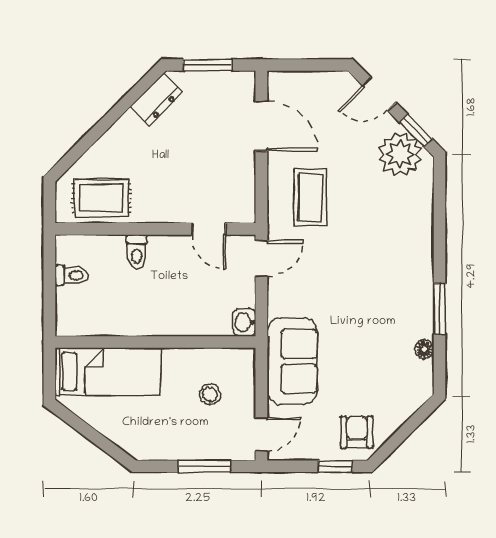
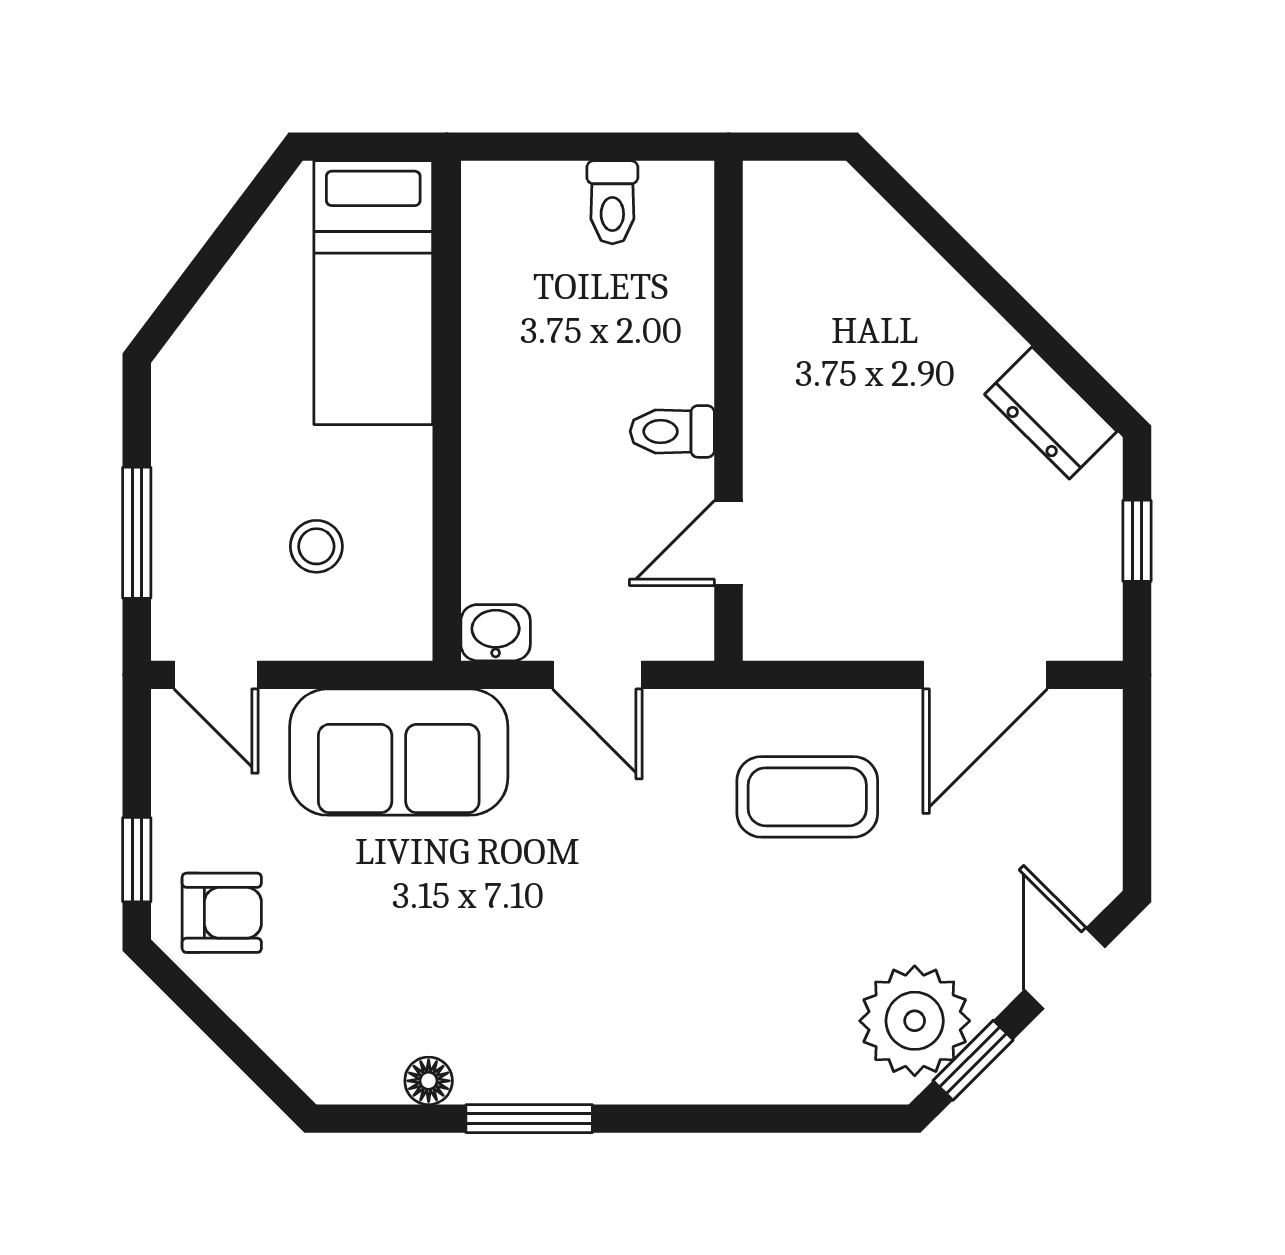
window: (208, 65) -> (1137, 541), width x0.67
rug: (101, 198) -> (805, 276), removed
toilet: (137, 251) -> (672, 431), moved
door: (261, 259) -> (597, 675), moved

